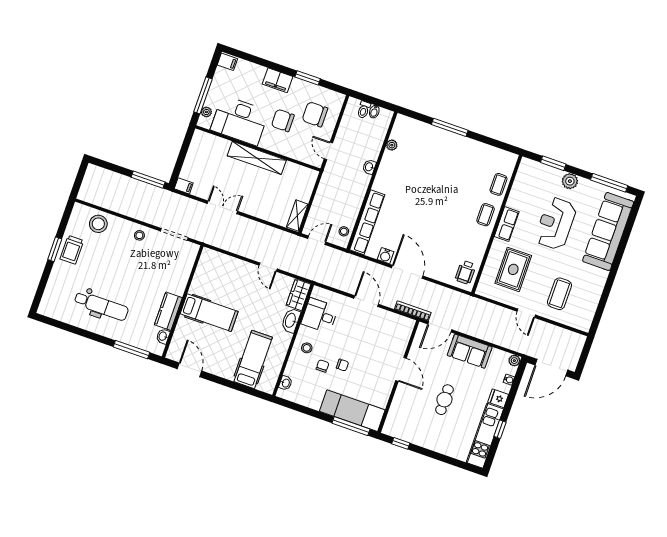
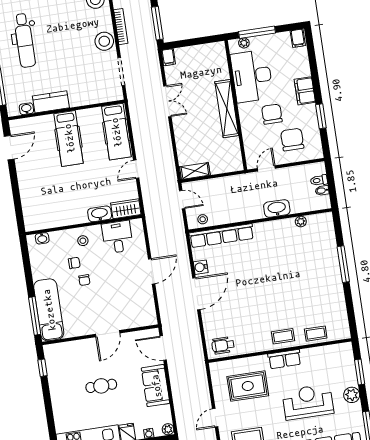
washbasin: (369, 167) -> (277, 208), width x1.91, depth x1.45
stool: (139, 235) -> (104, 41), width x1.89, depth x1.89
bookcase: (413, 311) -> (121, 27), moved
hospital bed: (253, 359) -> (116, 132), moved, turned 90

